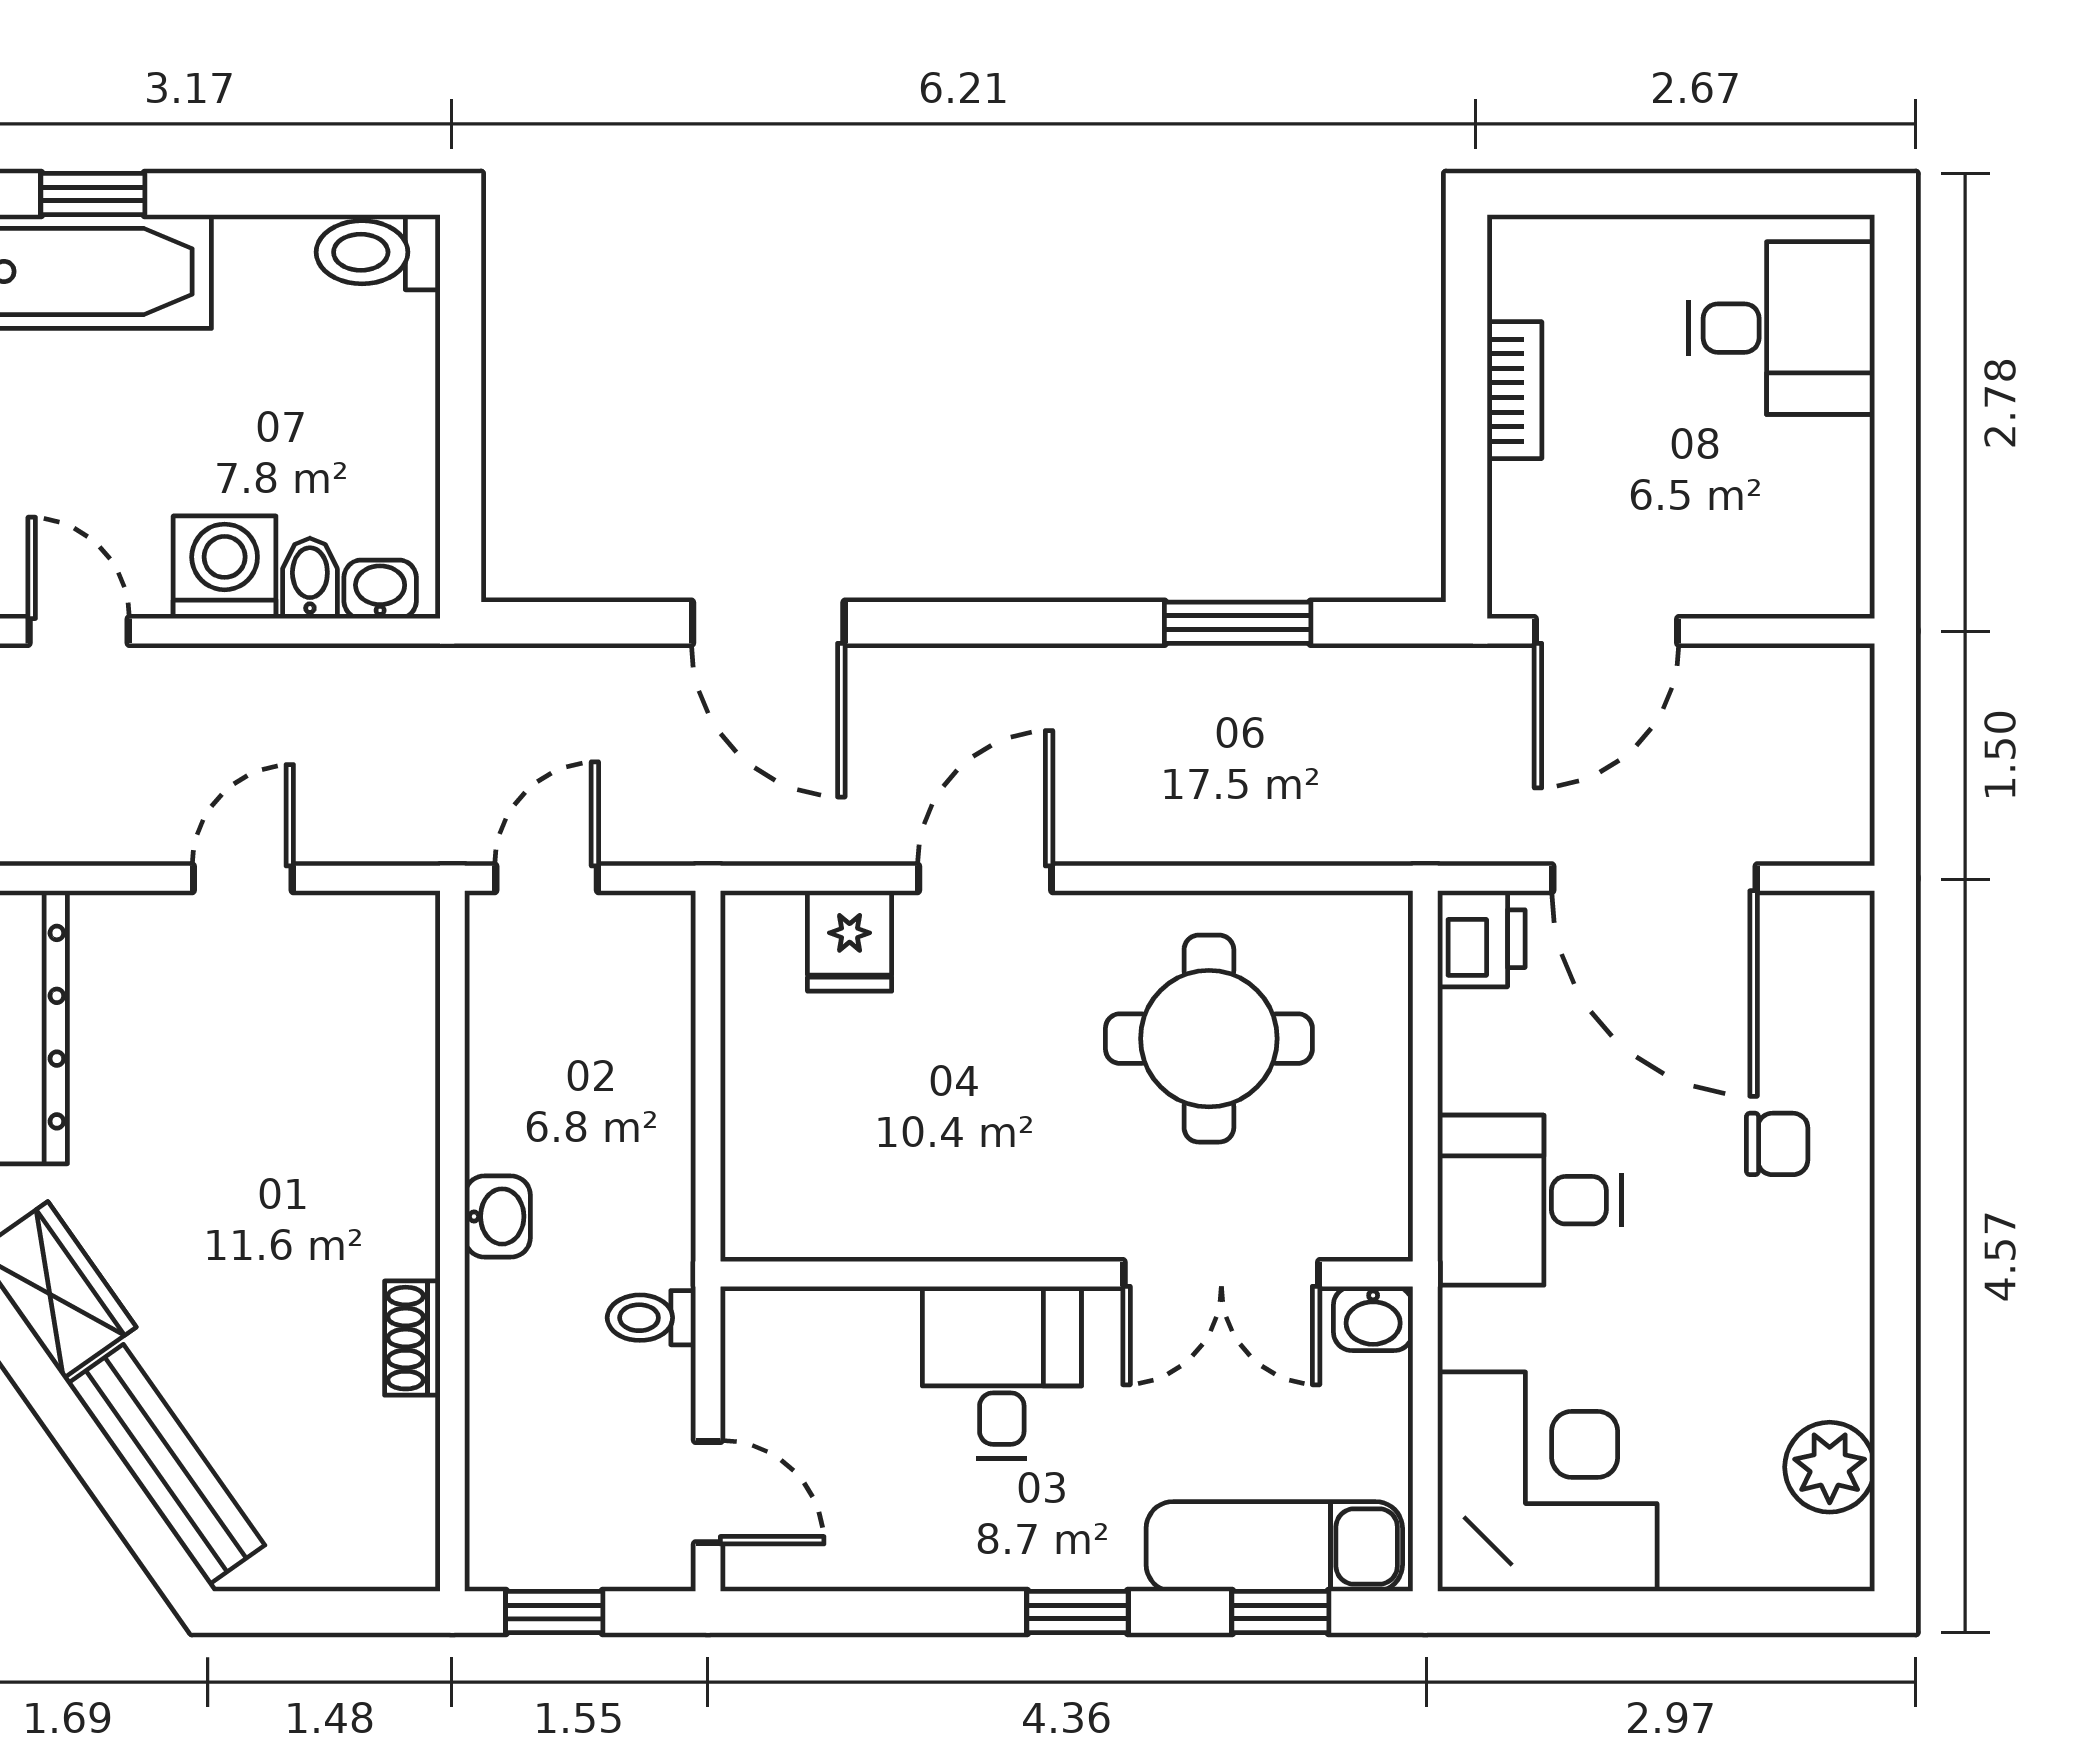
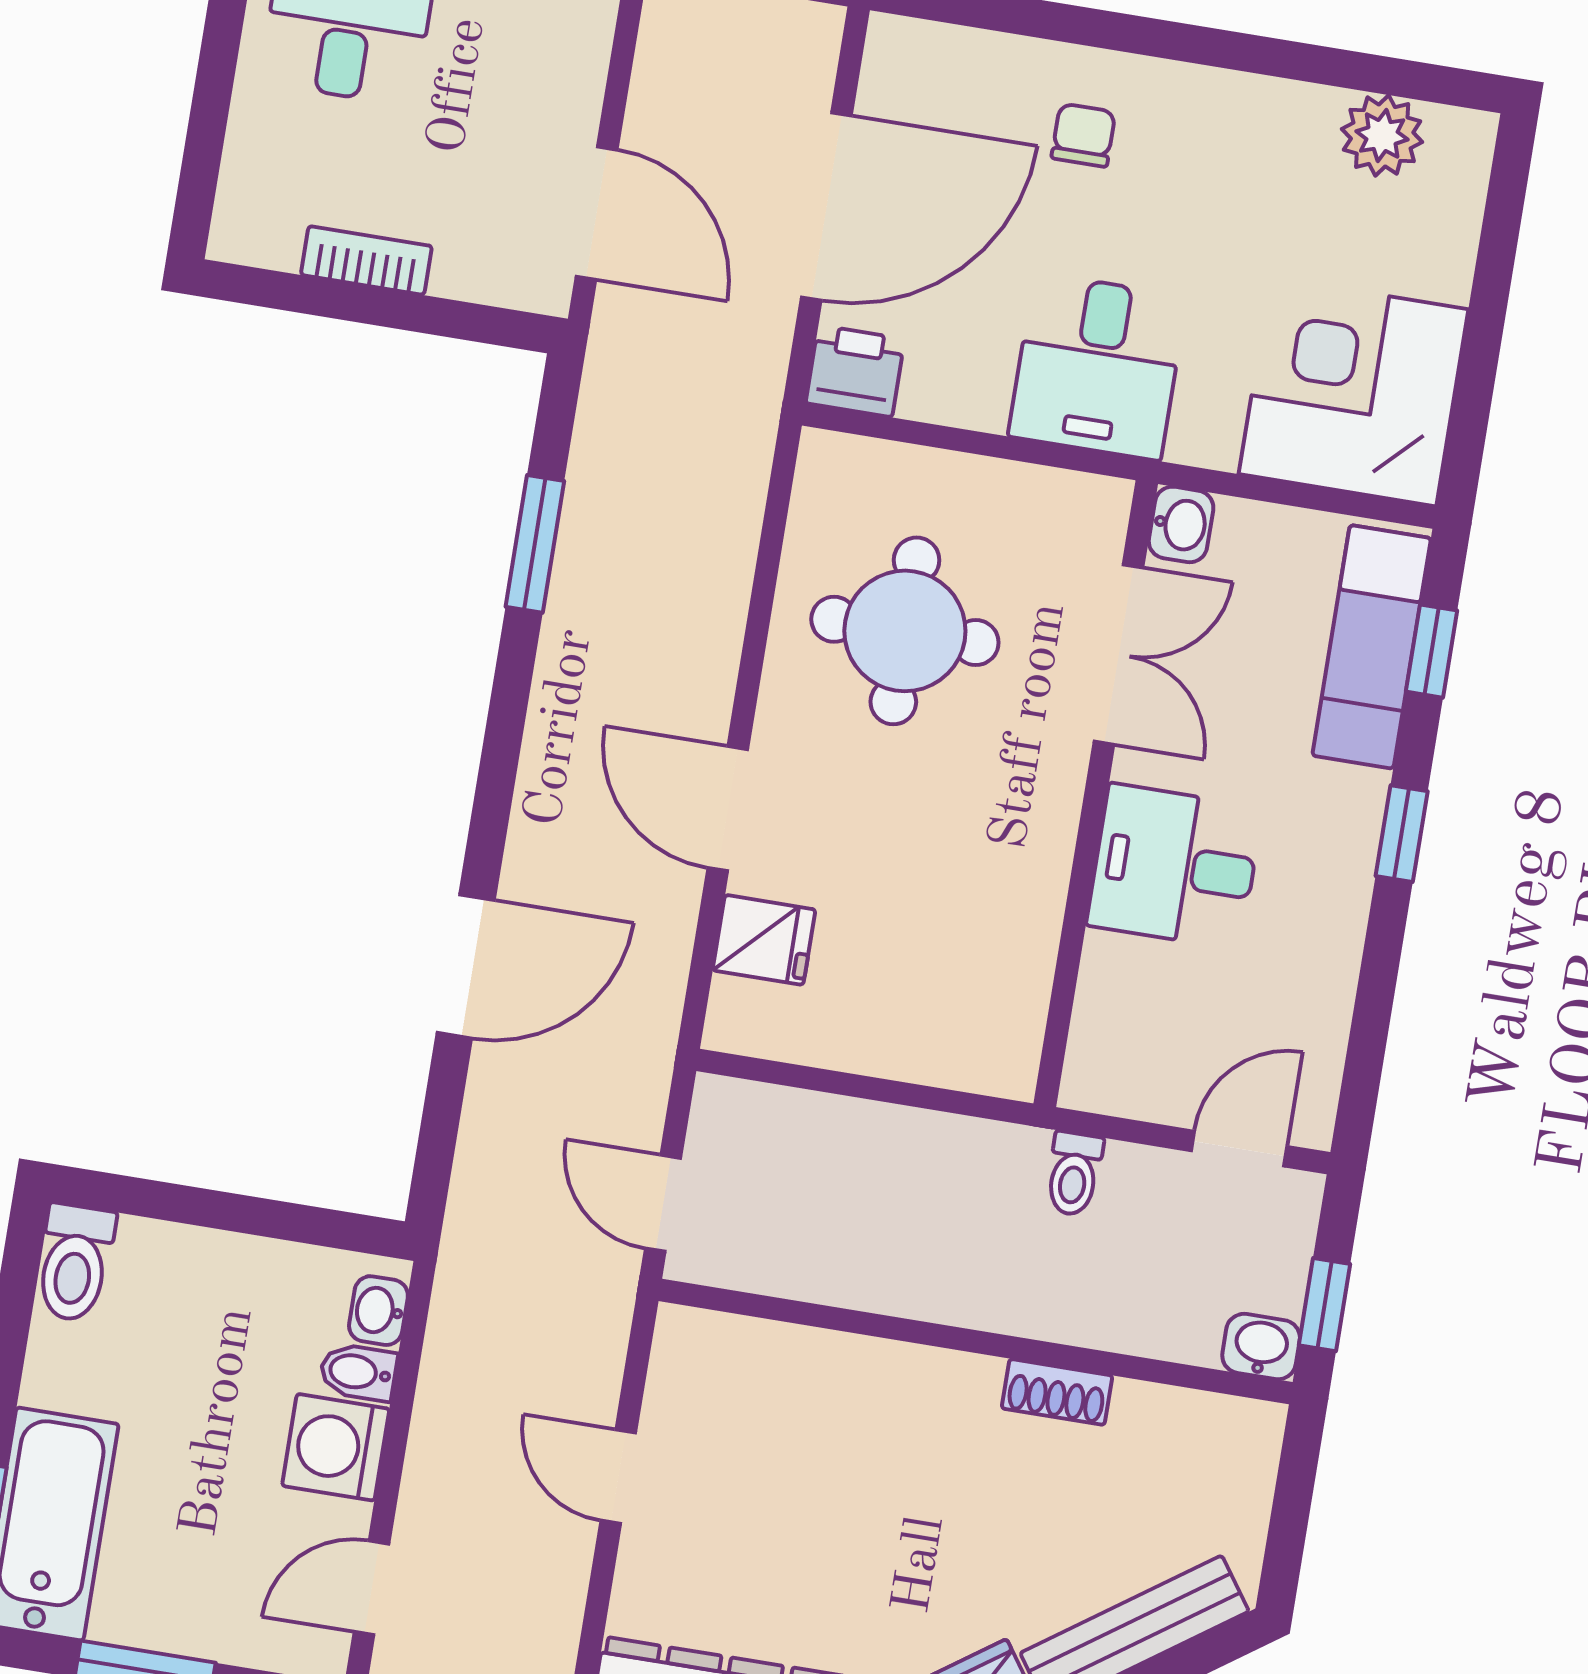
washbasin: (498, 1216) -> (1261, 1347), moved

